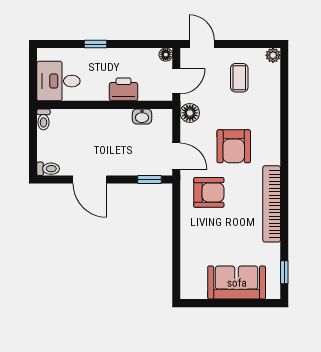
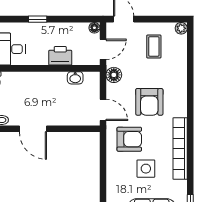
window: (150, 179) -> (81, 129), removed
side table: (229, 229) -> (146, 169), added

